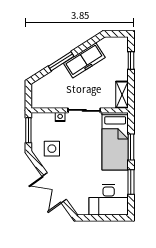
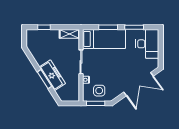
freezer: (84, 60) -> (52, 75), moved
side table: (52, 149) -> (99, 91), moved
double door: (54, 188) -> (139, 84), width x1.37

